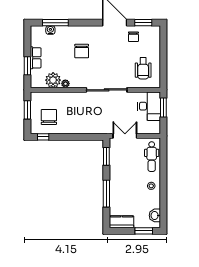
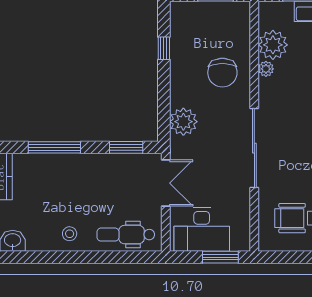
desk: (149, 106) -> (202, 230), moved
chair: (49, 117) -> (222, 73), moved, turned 90
plant: (93, 127) -> (183, 122), added
window: (43, 137) -> (164, 48), moved

